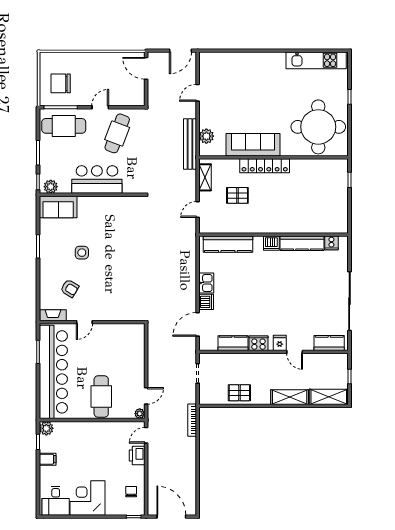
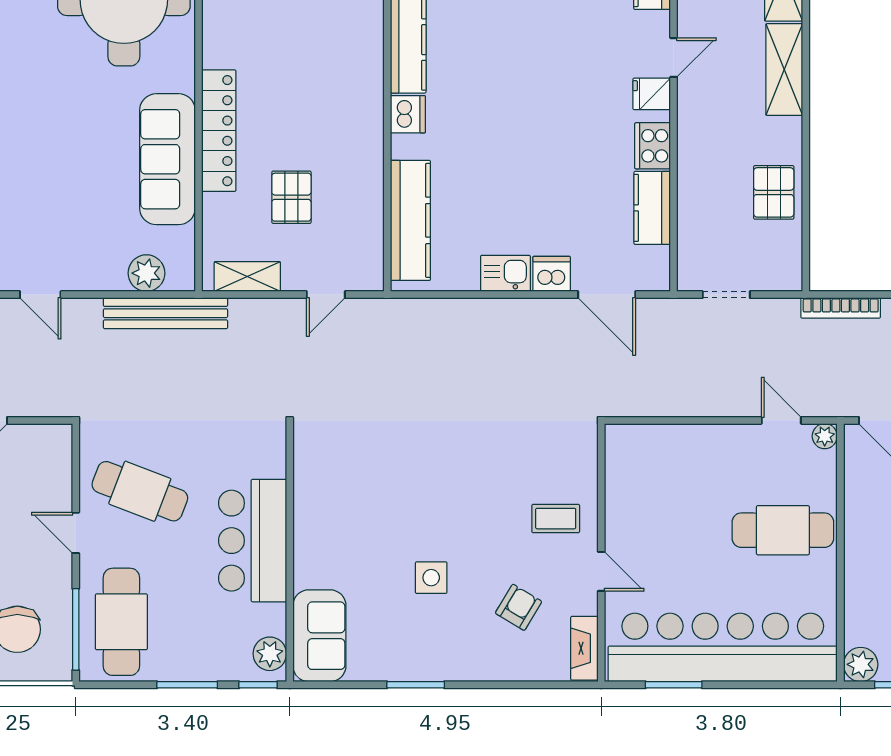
door: (198, 210) -> (326, 295), hinge flipped
coffee table: (106, 304) -> (556, 519), added

